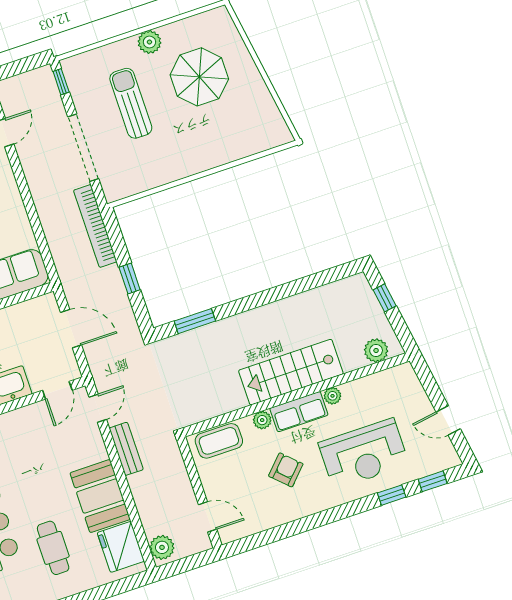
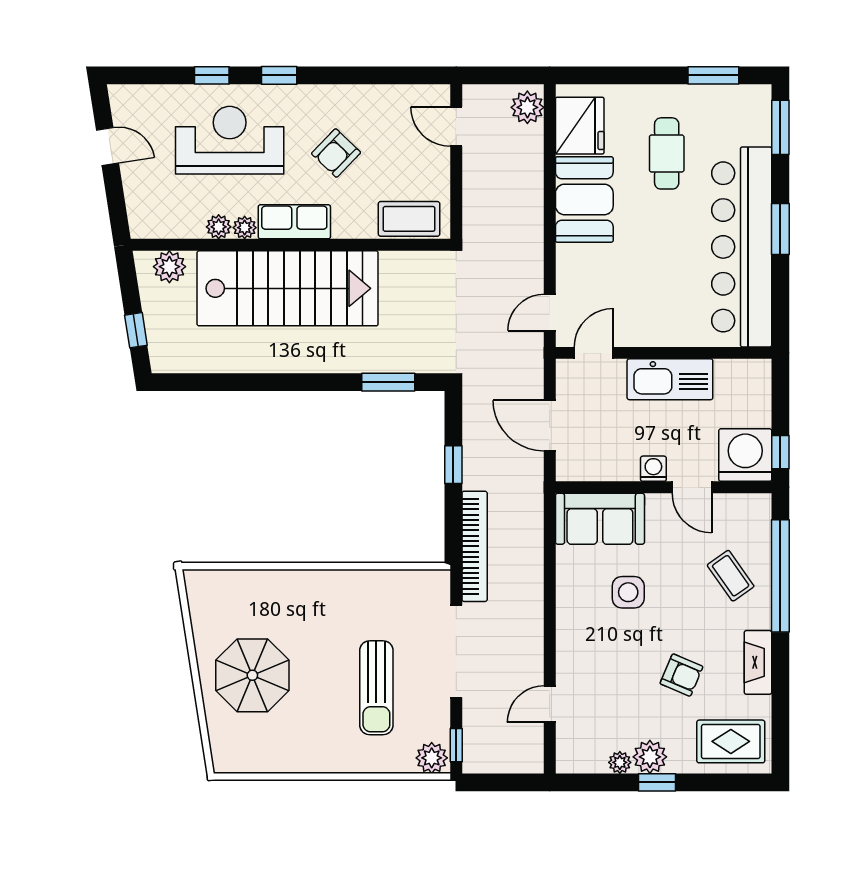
plant: (149, 42) -> (432, 758), moved
parasol: (199, 77) -> (252, 675), moved
stairs: (291, 372) -> (288, 288), width x1.36, depth x1.51
plant: (262, 420) -> (219, 227), moved
bench: (126, 449) -> (531, 249), removed
window: (433, 481) -> (279, 75), moved

